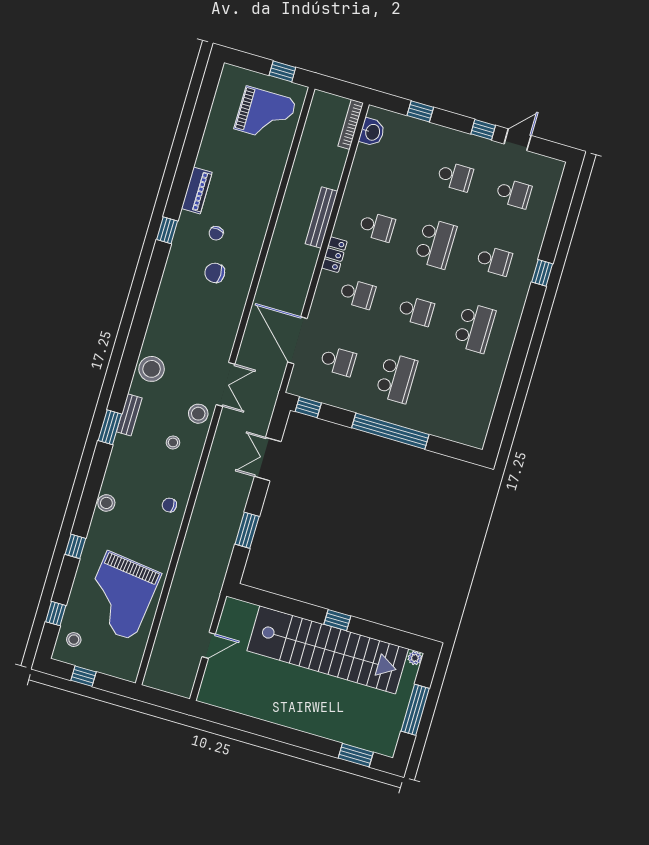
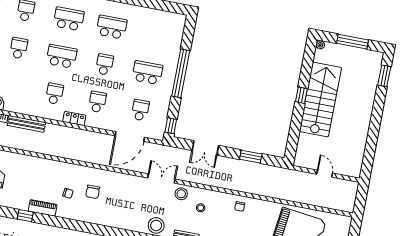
bench: (321, 217) -> (26, 124), moved
window: (167, 230) -> (25, 216), moved
school desk: (494, 261) -> (69, 19), width x1.85
stairs: (328, 650) -> (320, 99), width x0.73

